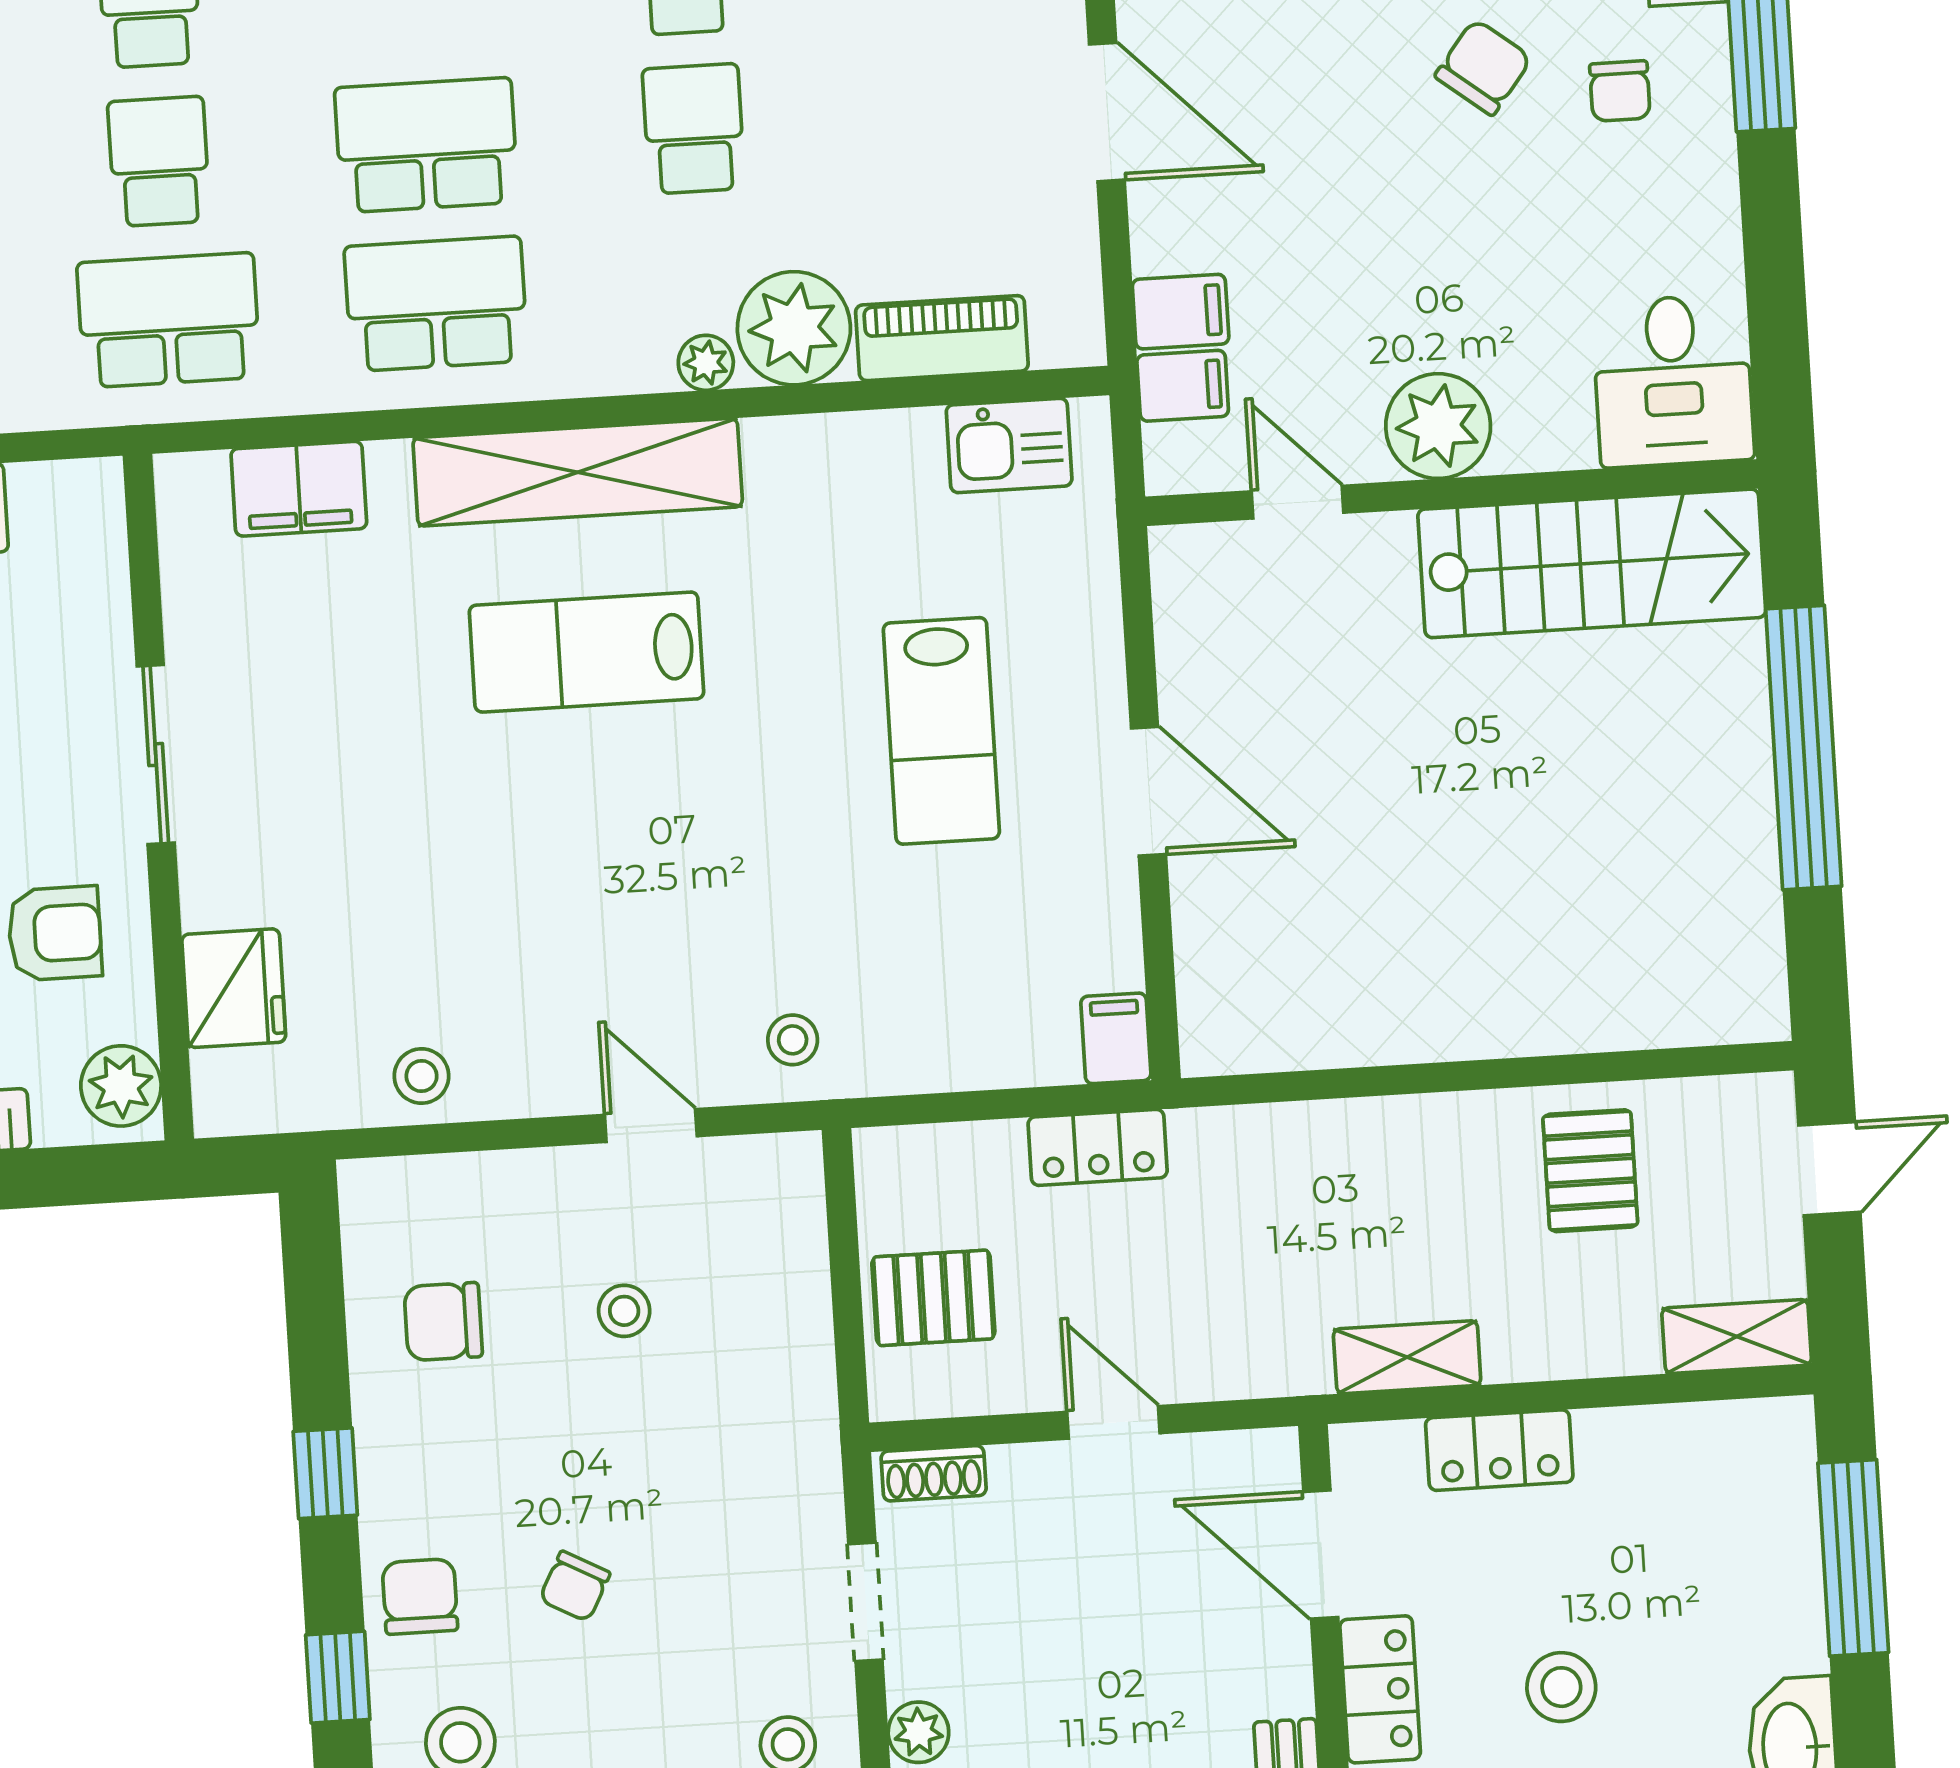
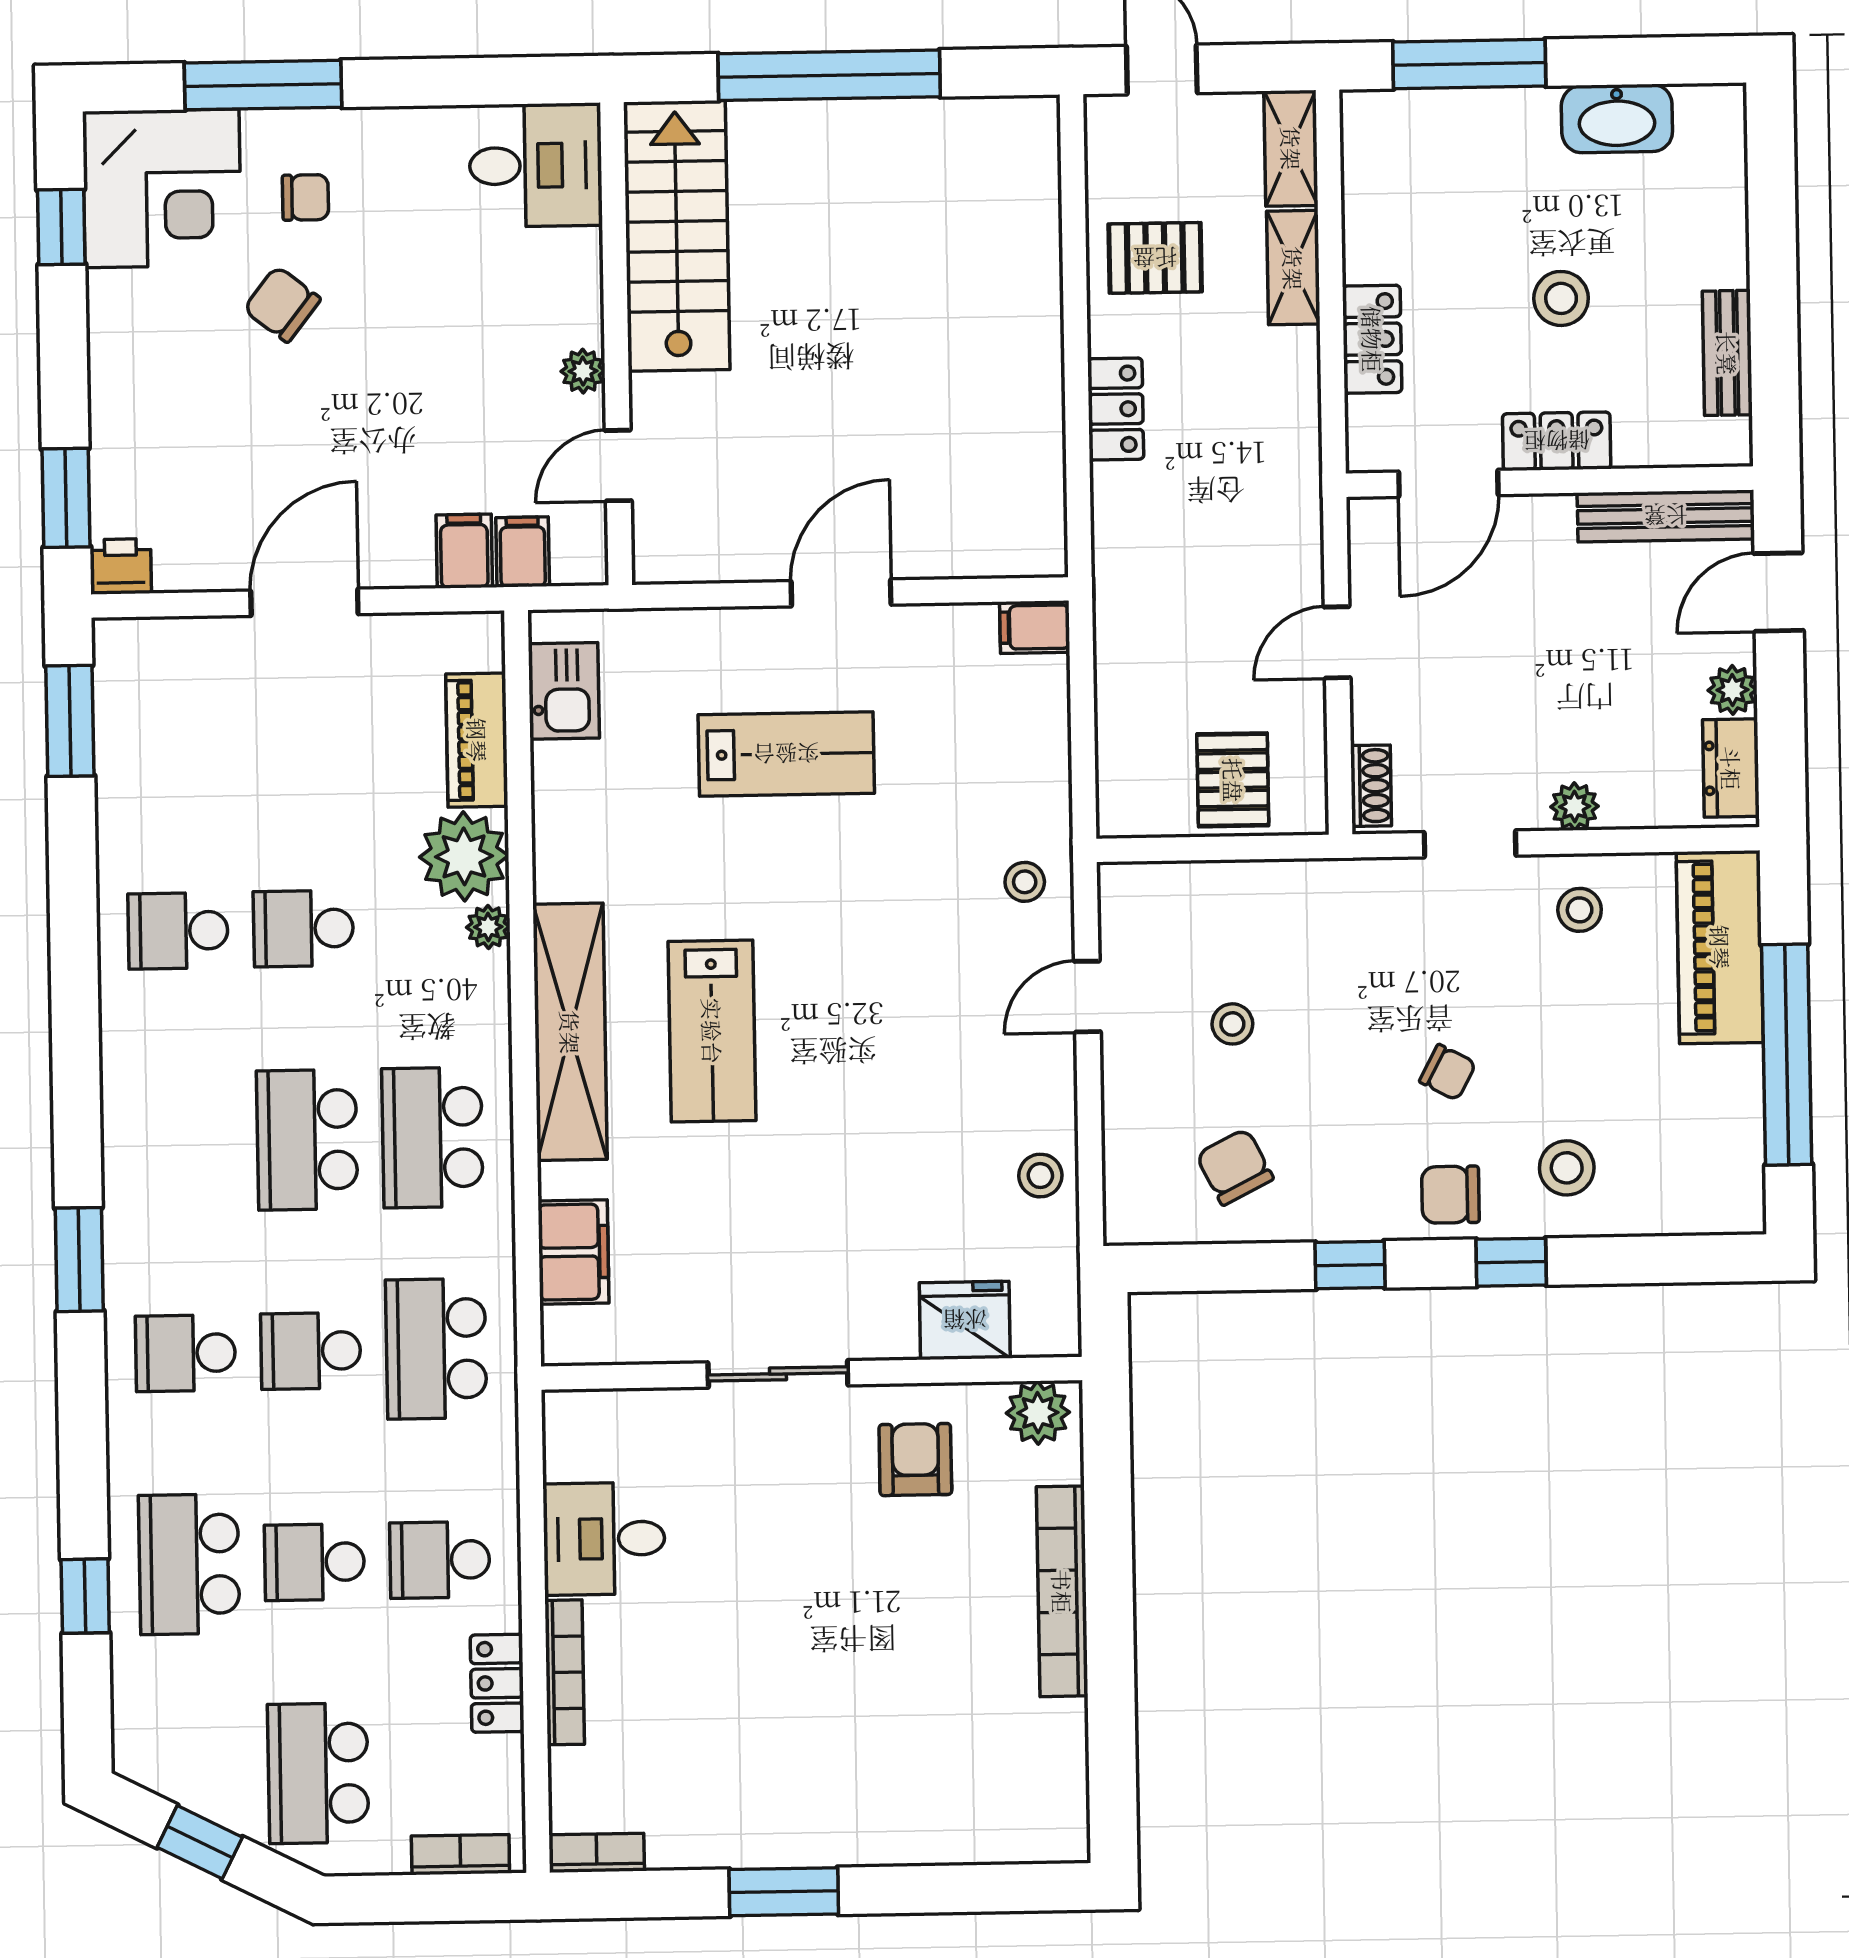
plant: (1438, 426) -> (583, 371), width x0.53, depth x0.53
locker: (1098, 1147) -> (1116, 409), moved
chair: (443, 1322) -> (1235, 1167), turned 153
shelving: (1407, 1357) -> (1293, 268), moved

